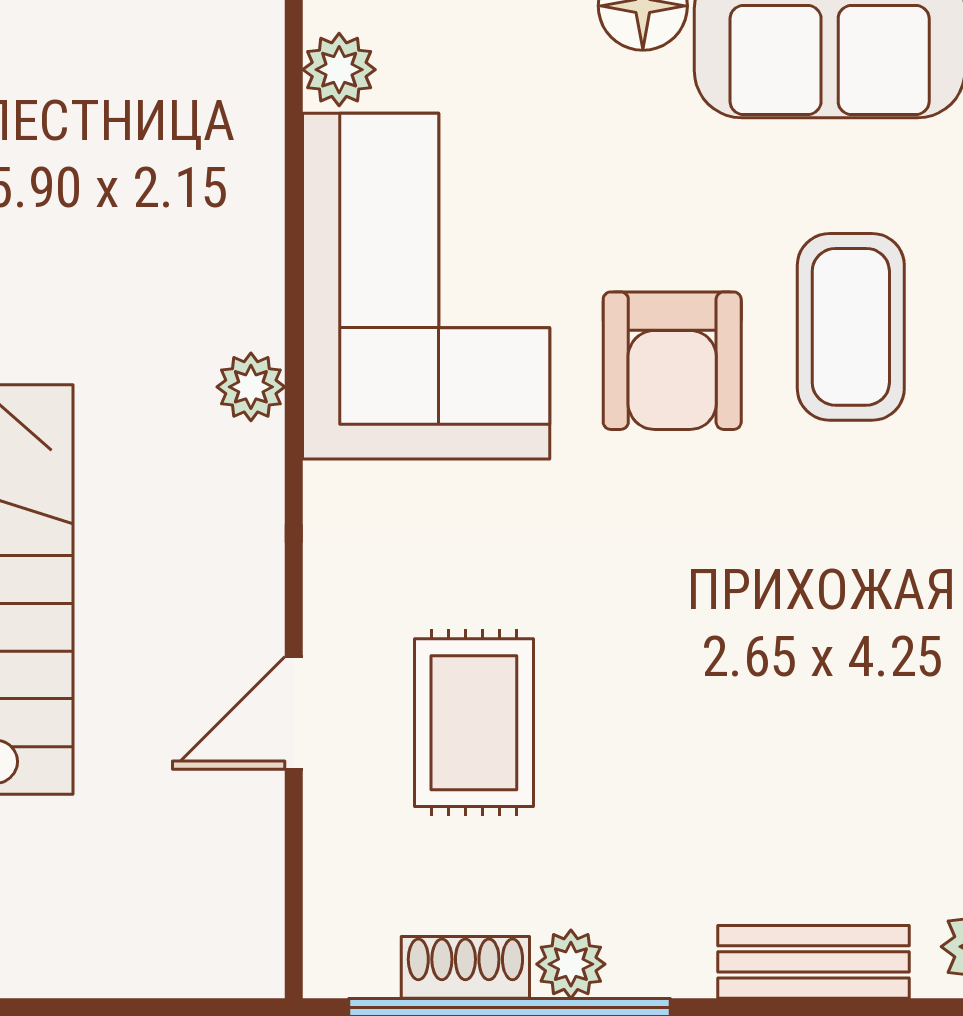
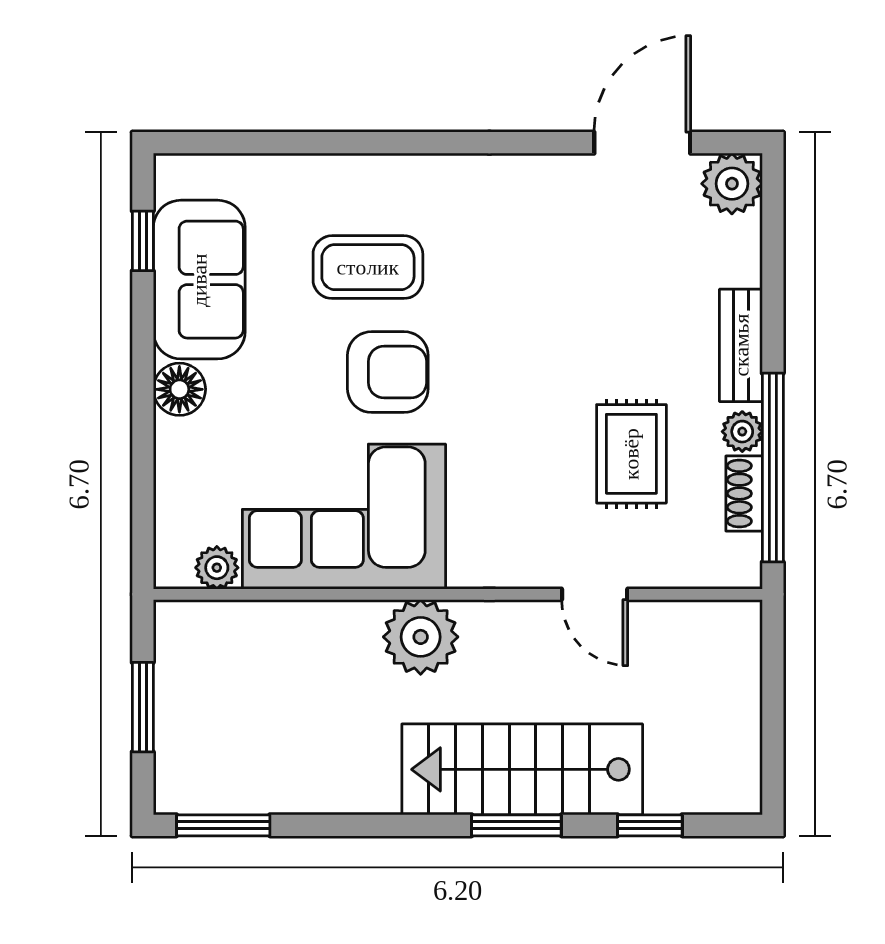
plant: (251, 387) -> (421, 637), width x1.87, depth x1.87
rug: (474, 723) -> (631, 454), moved, turned 90
bench: (813, 962) -> (741, 345), moved

